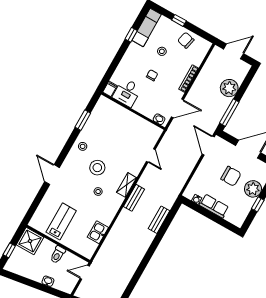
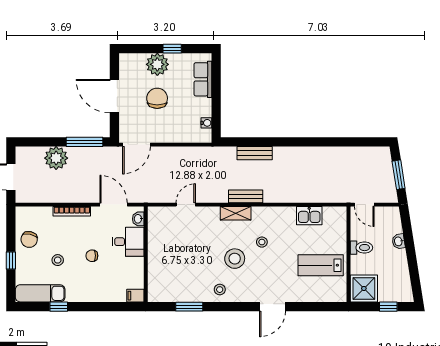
desk: (127, 92) -> (128, 242), moved
row of seats: (214, 206) -> (203, 79), moved

